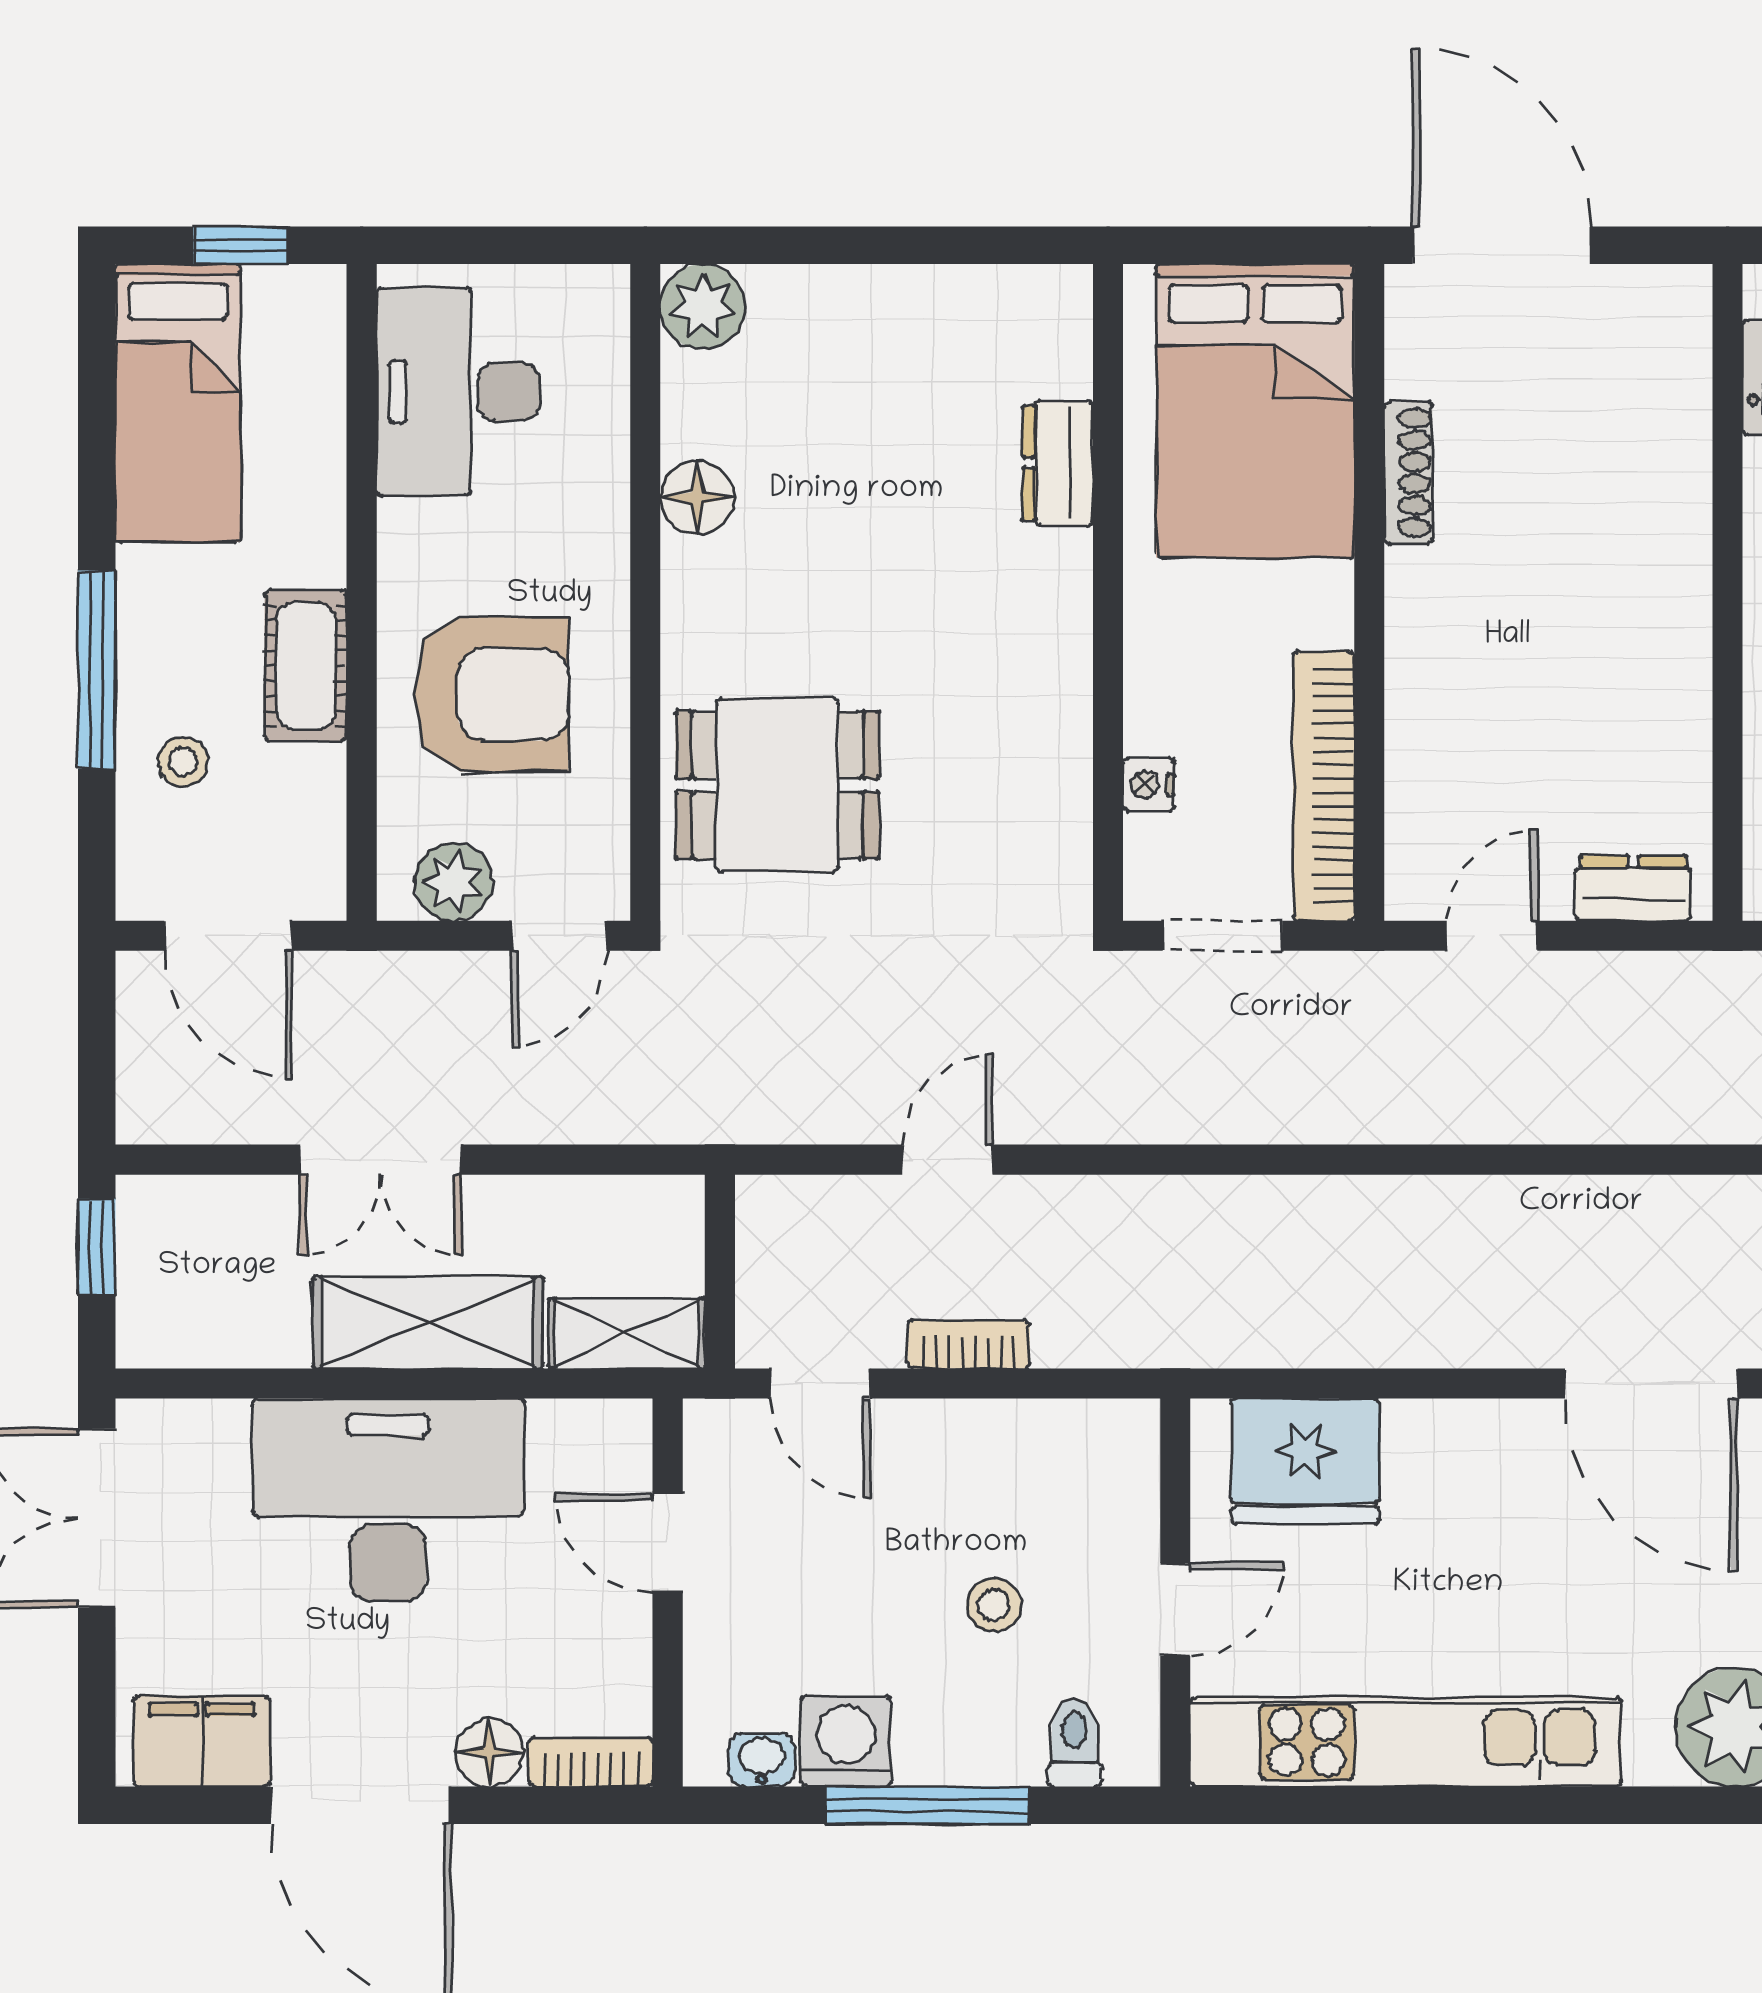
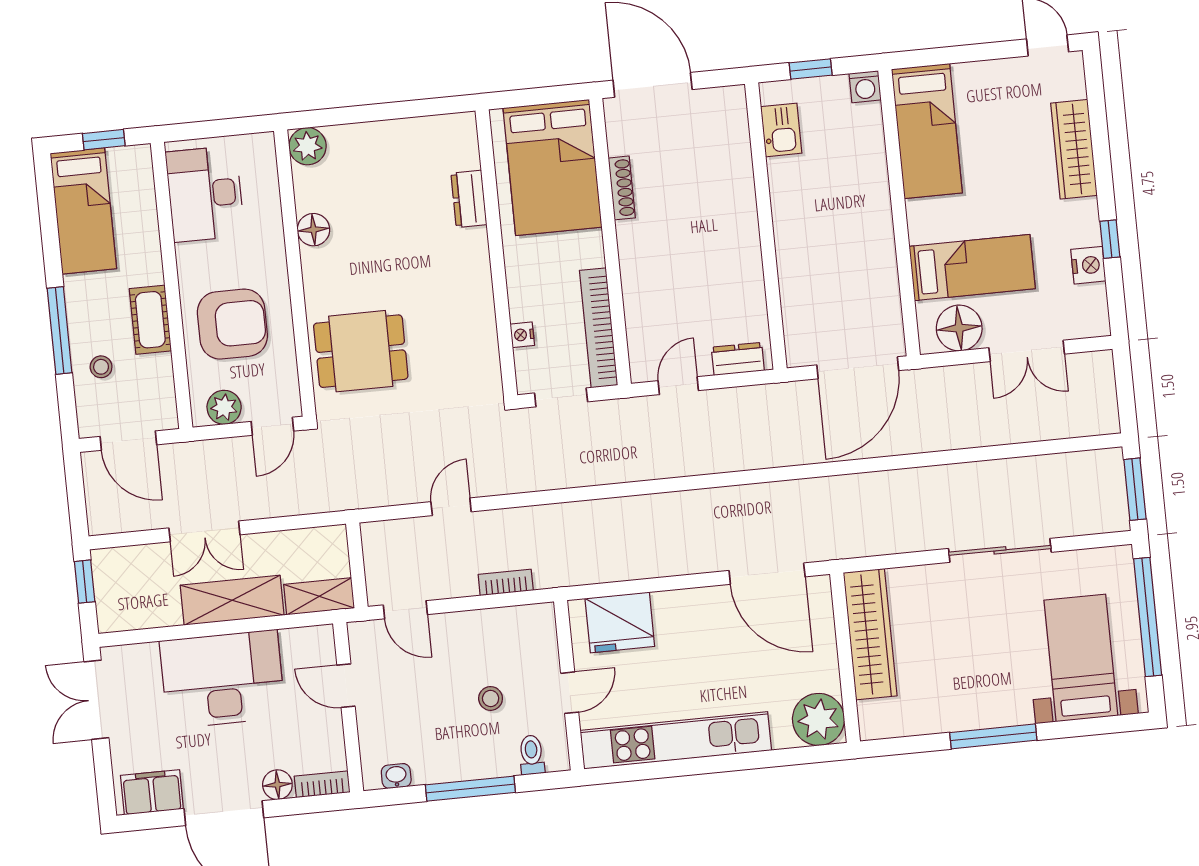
bookcase: (969, 1344) -> (506, 582), moved
washing machine: (846, 1741) -> (432, 764), removed

